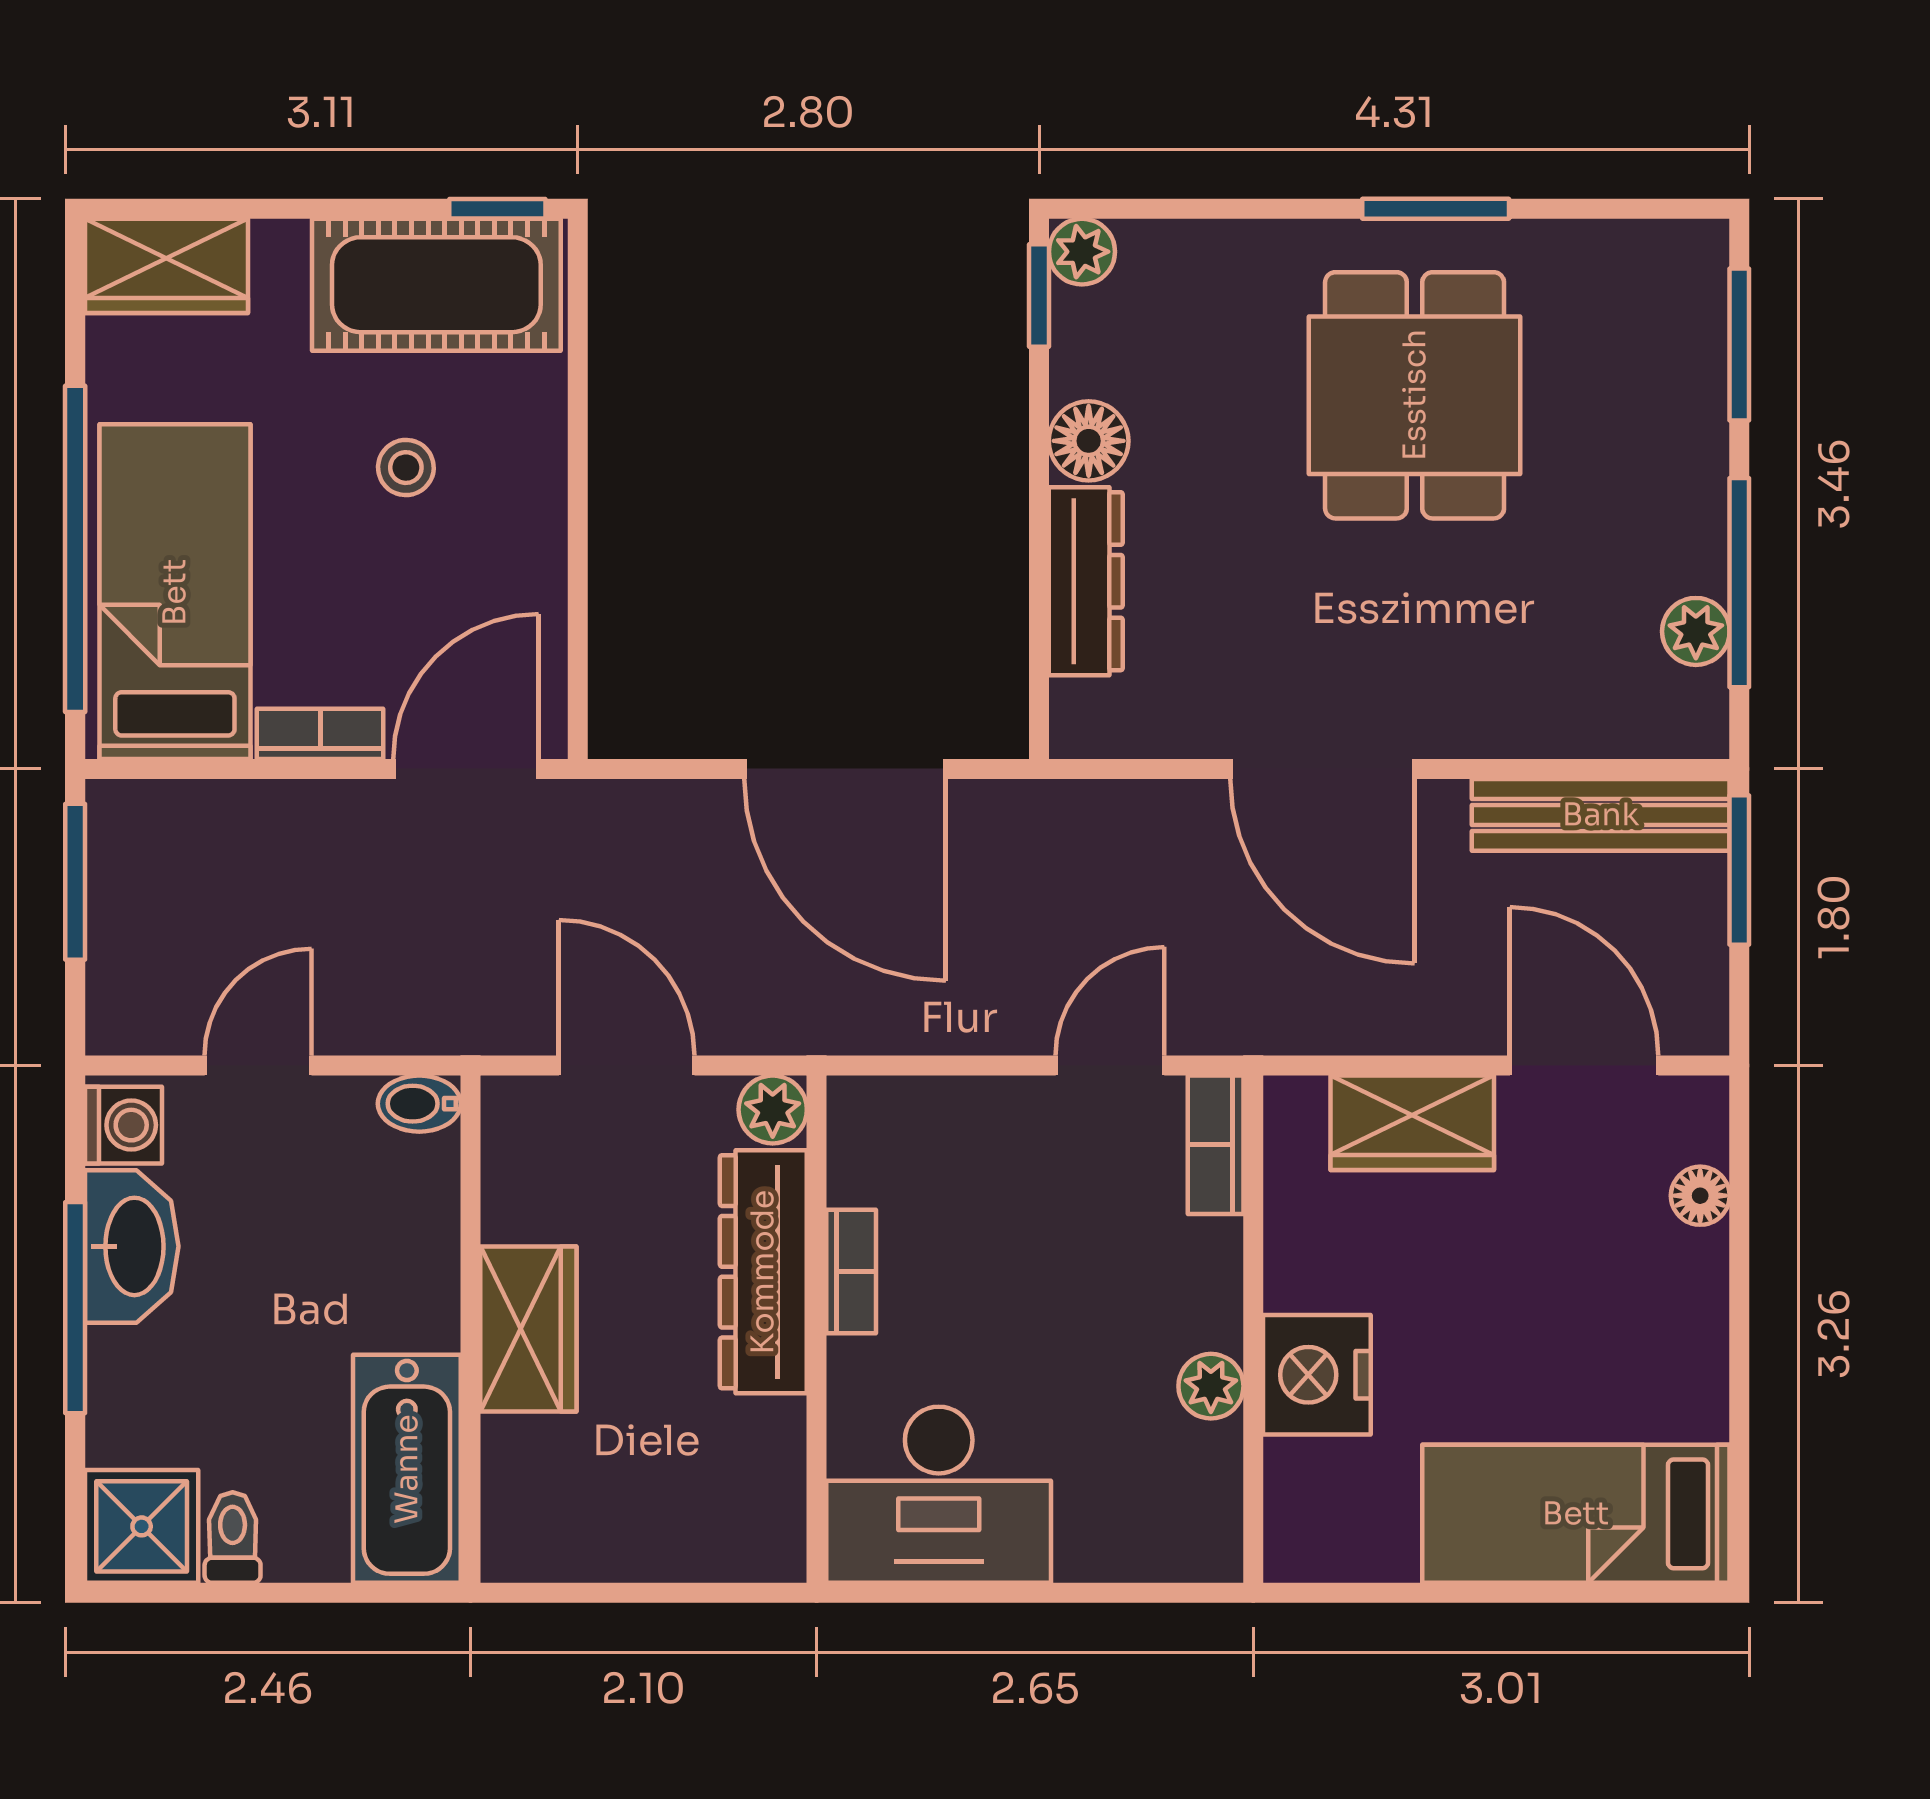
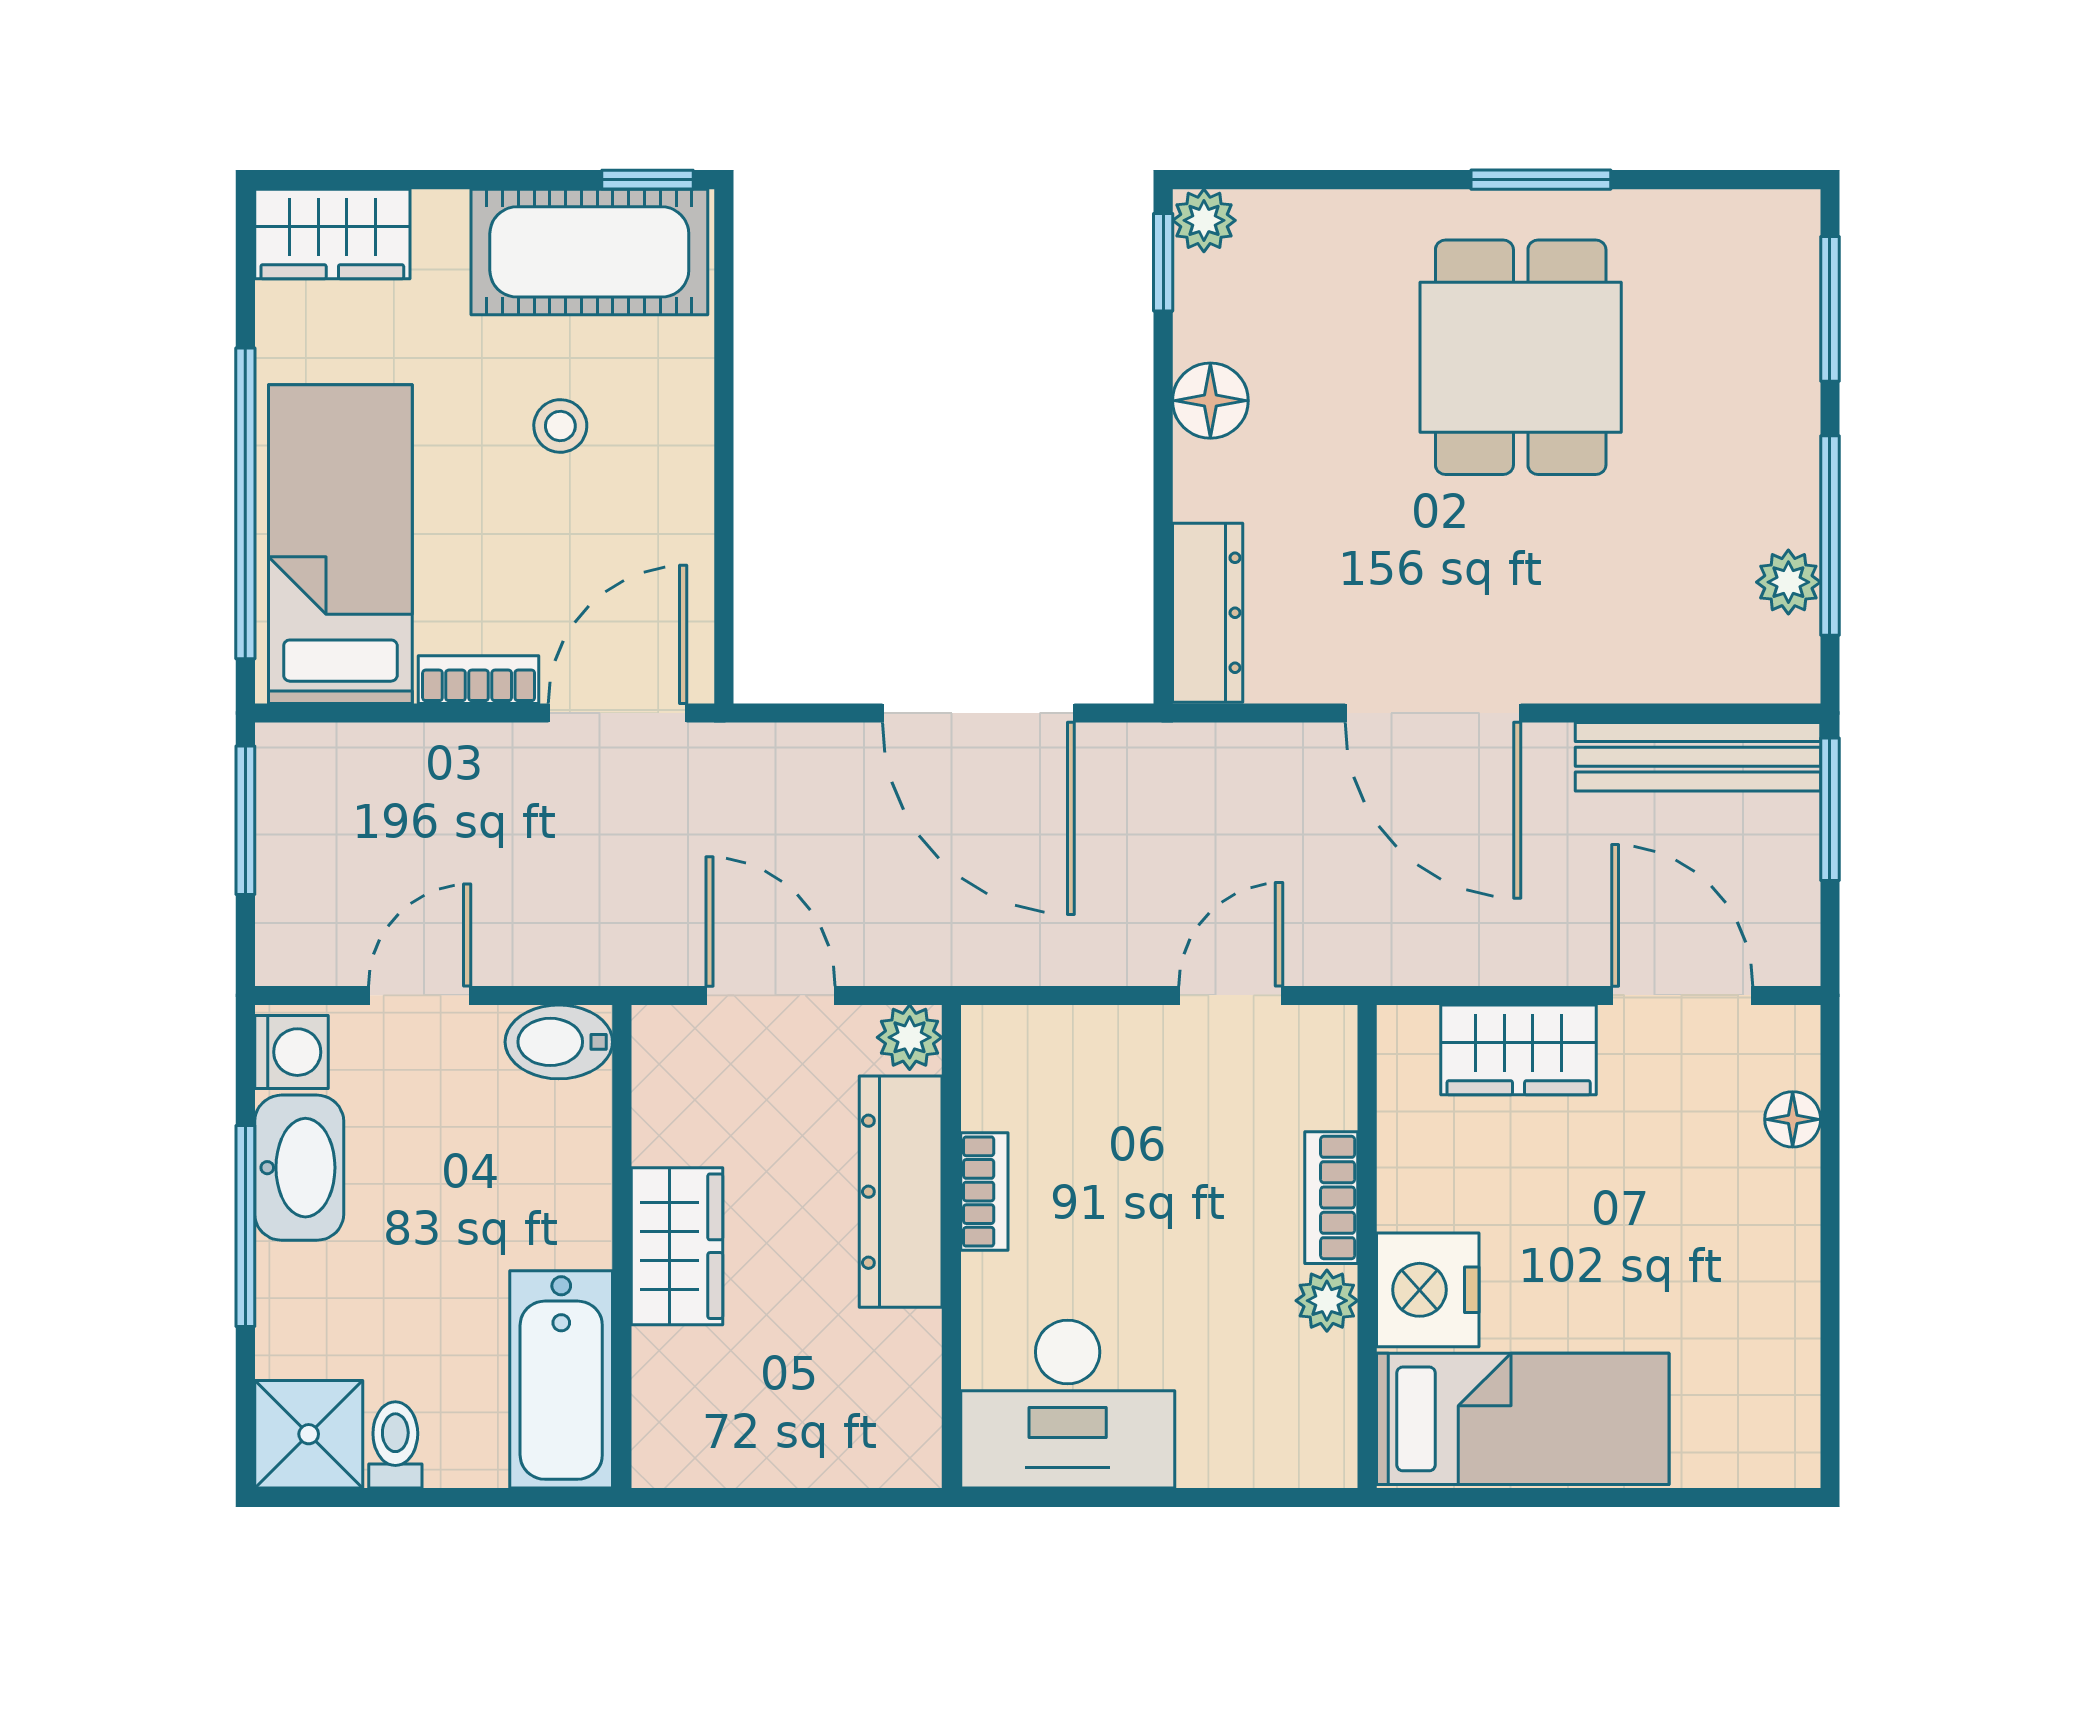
dresser: (1086, 581) -> (1208, 613), moved
bidet: (419, 1104) -> (559, 1042), width x1.38, depth x1.36
bookcase: (1216, 1145) -> (1331, 1198), moved
bed: (1576, 1514) -> (1523, 1419), moved, turned 180

